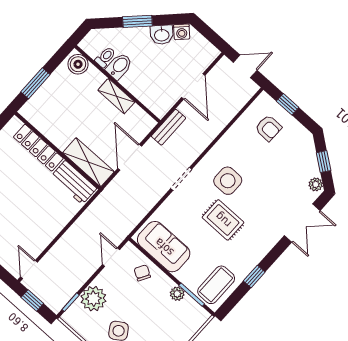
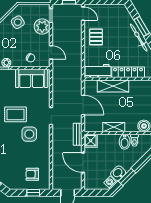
window: (137, 21) -> (127, 177), moved
shower: (160, 105) -> (91, 141), added
shelving: (88, 162) -> (113, 86), moved
pallet: (39, 226) -> (96, 37), added

